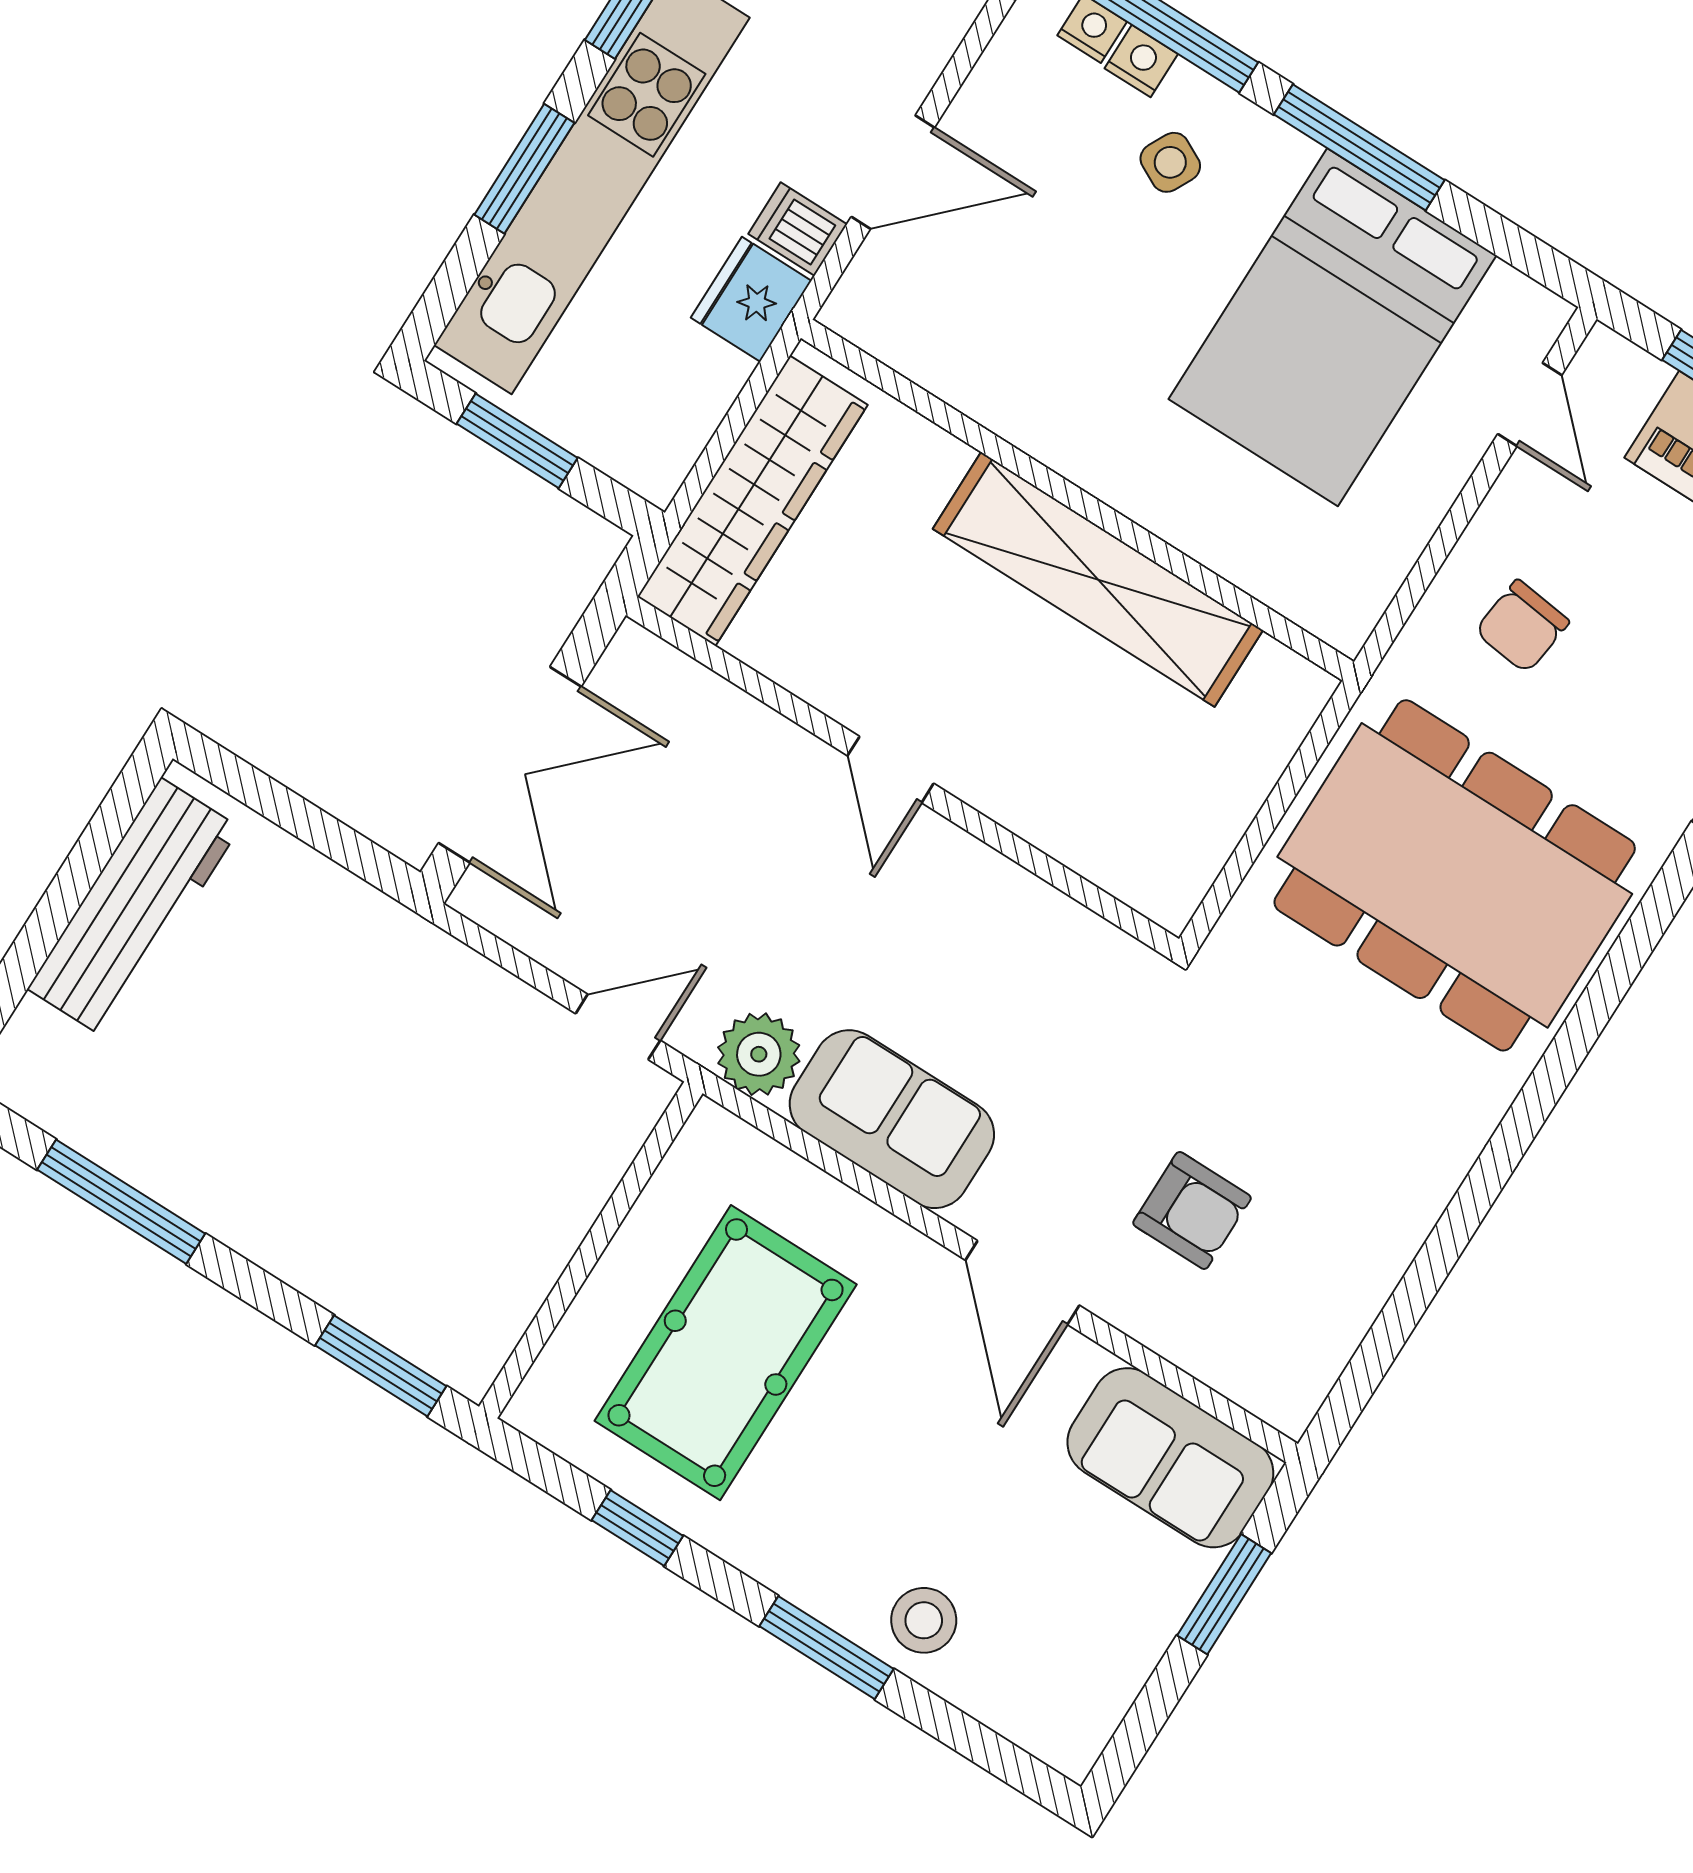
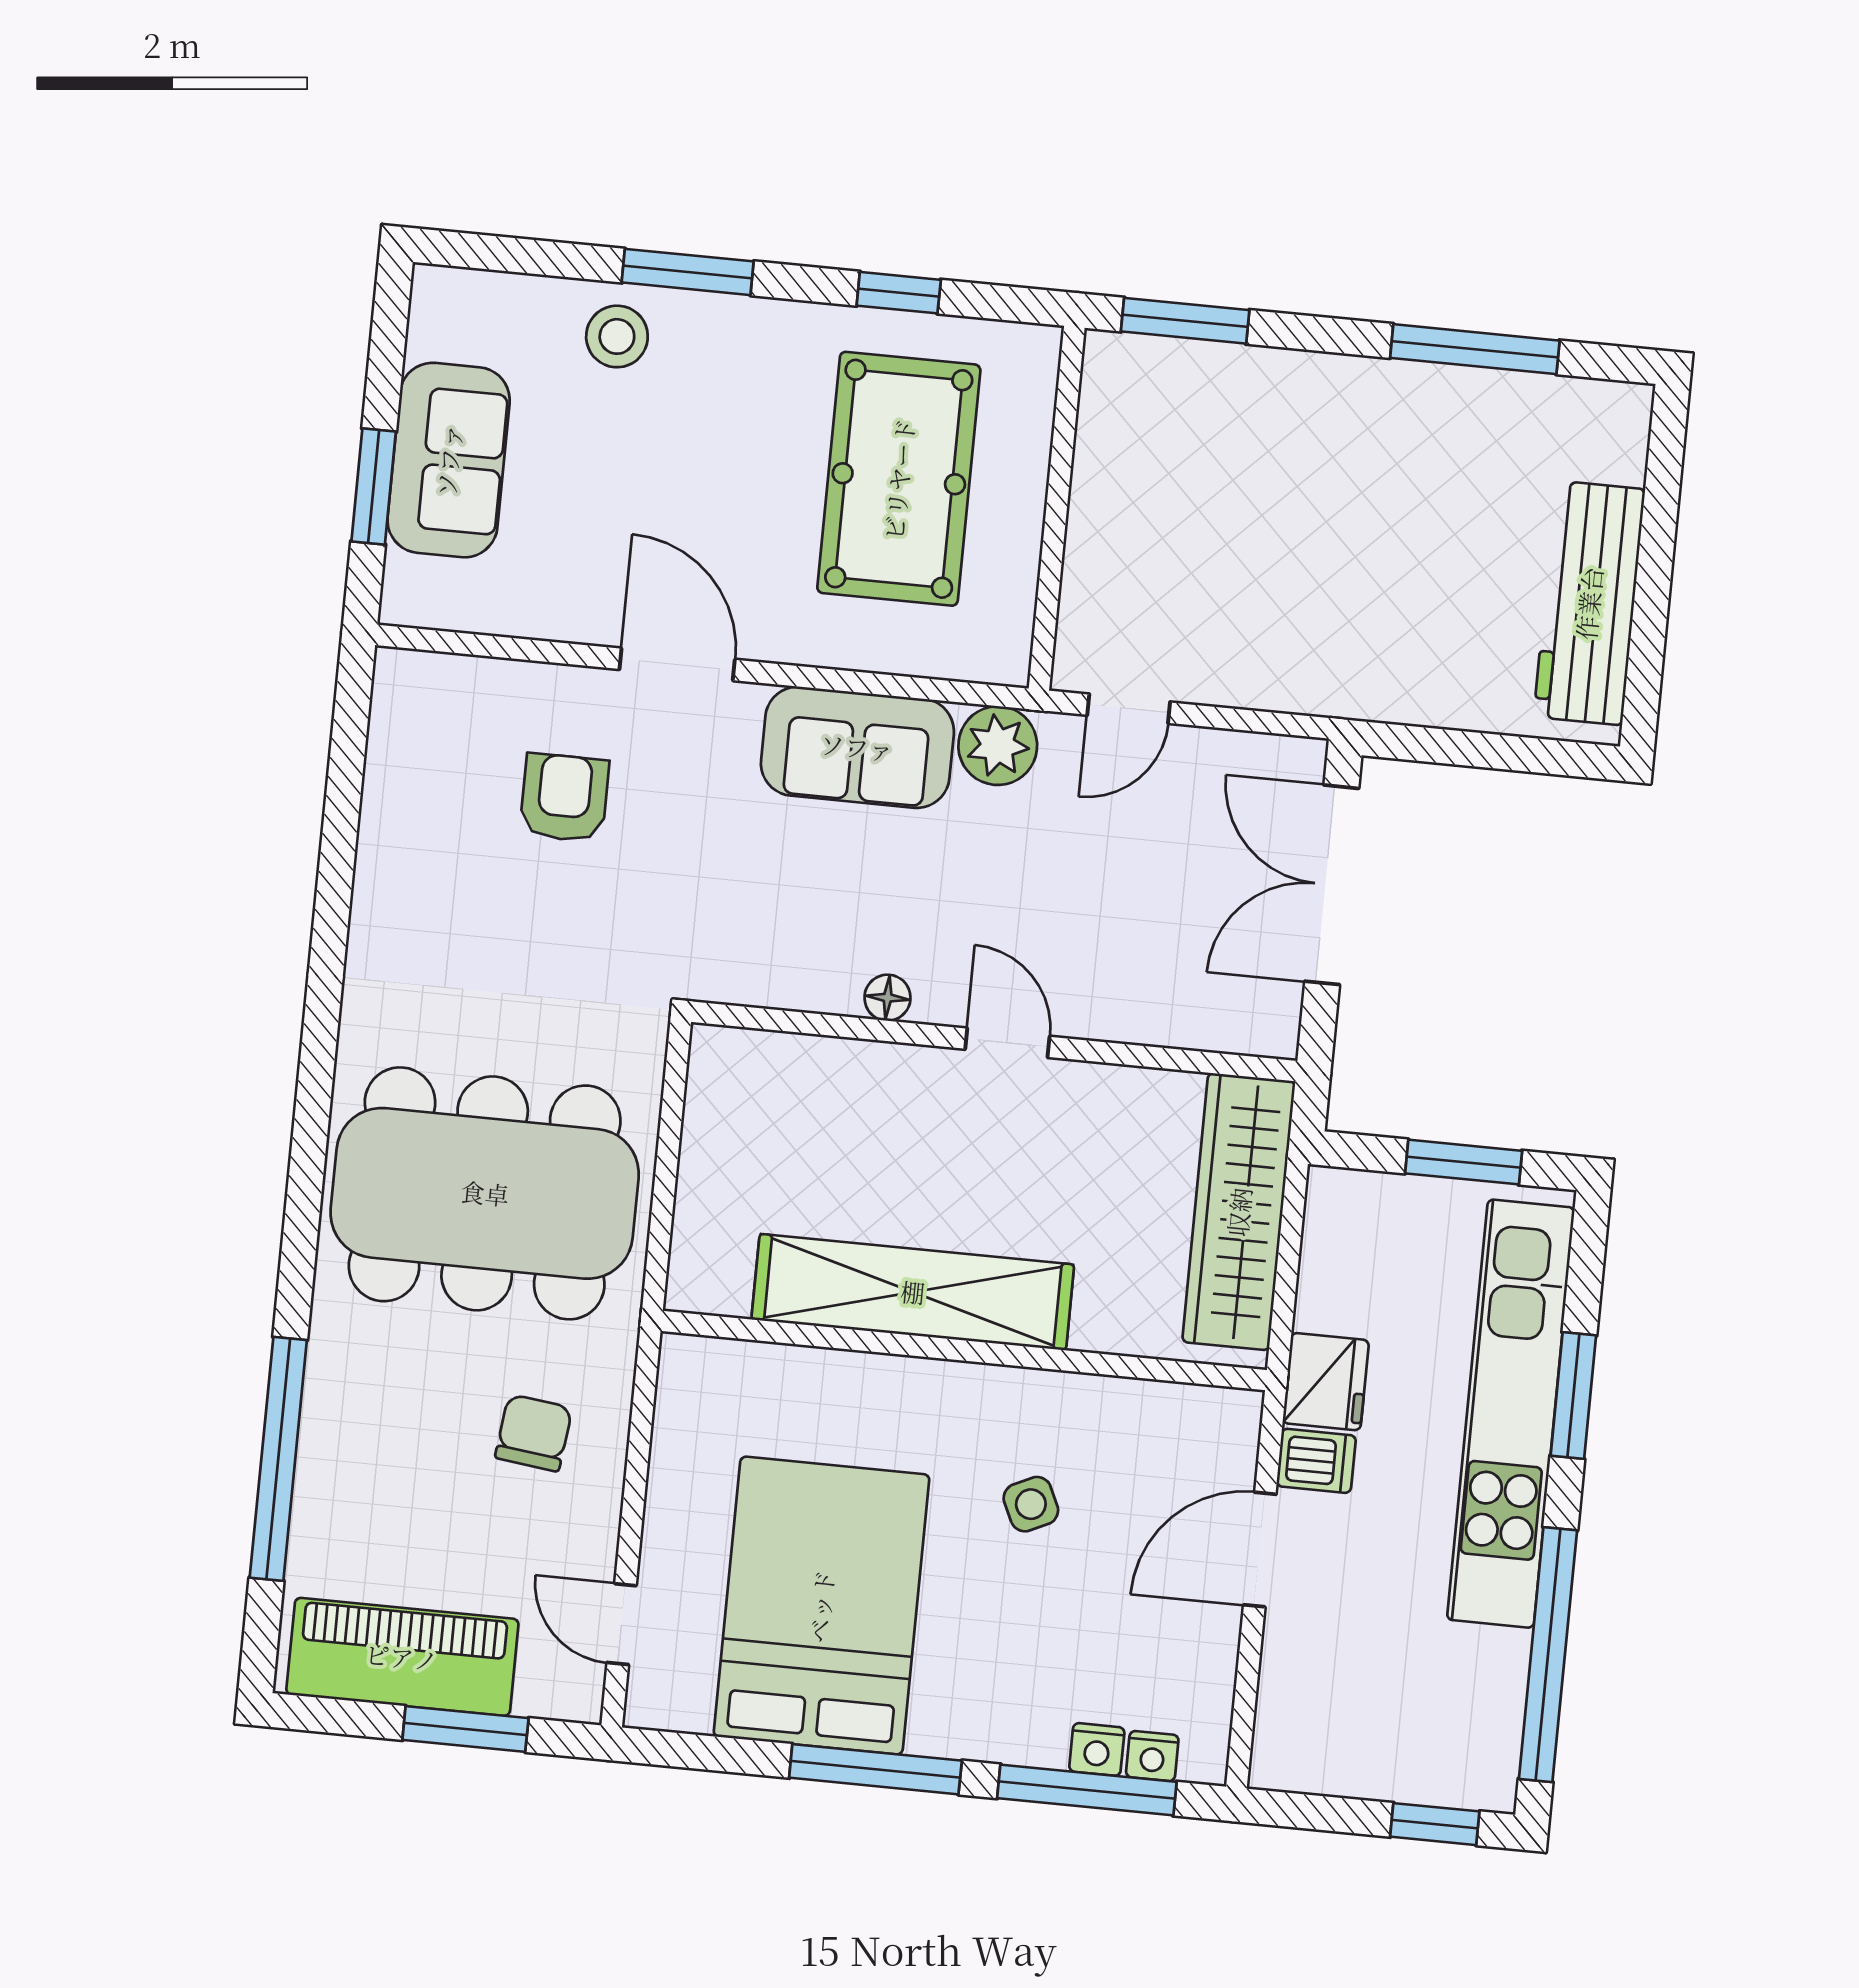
side table: (1170, 162) -> (1031, 1504), moved, turned 38
floor lamp: (982, 869) -> (888, 998), added
armchair: (1192, 1210) -> (564, 798), turned 90
sofa: (1170, 1458) -> (449, 460), moved, turned 90

